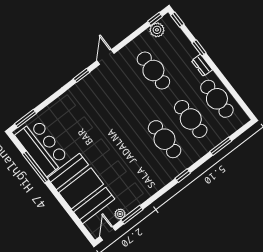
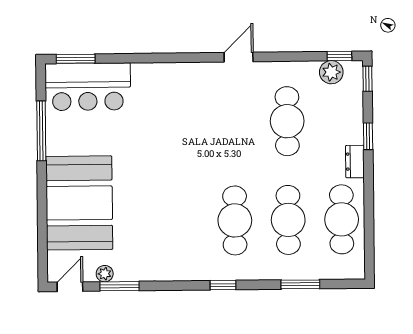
window: (82, 75) -> (190, 58), removed
bar counter: (42, 147) -> (88, 87), moved, turned 90

